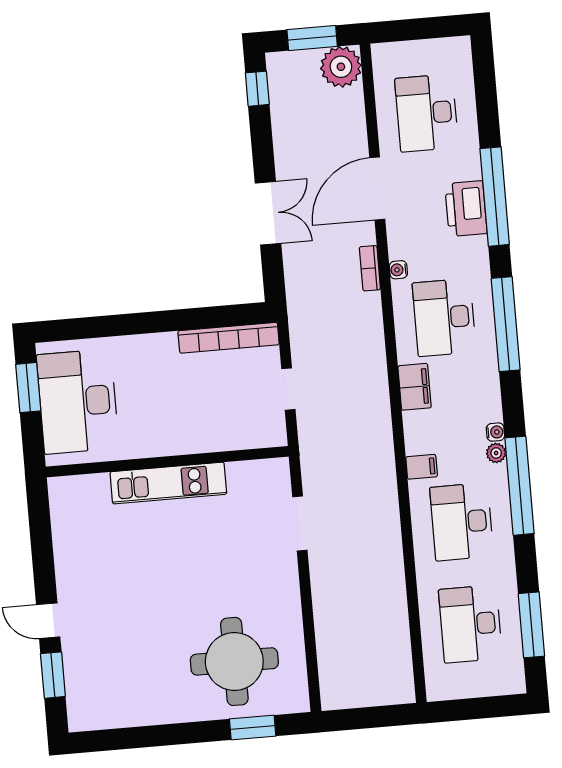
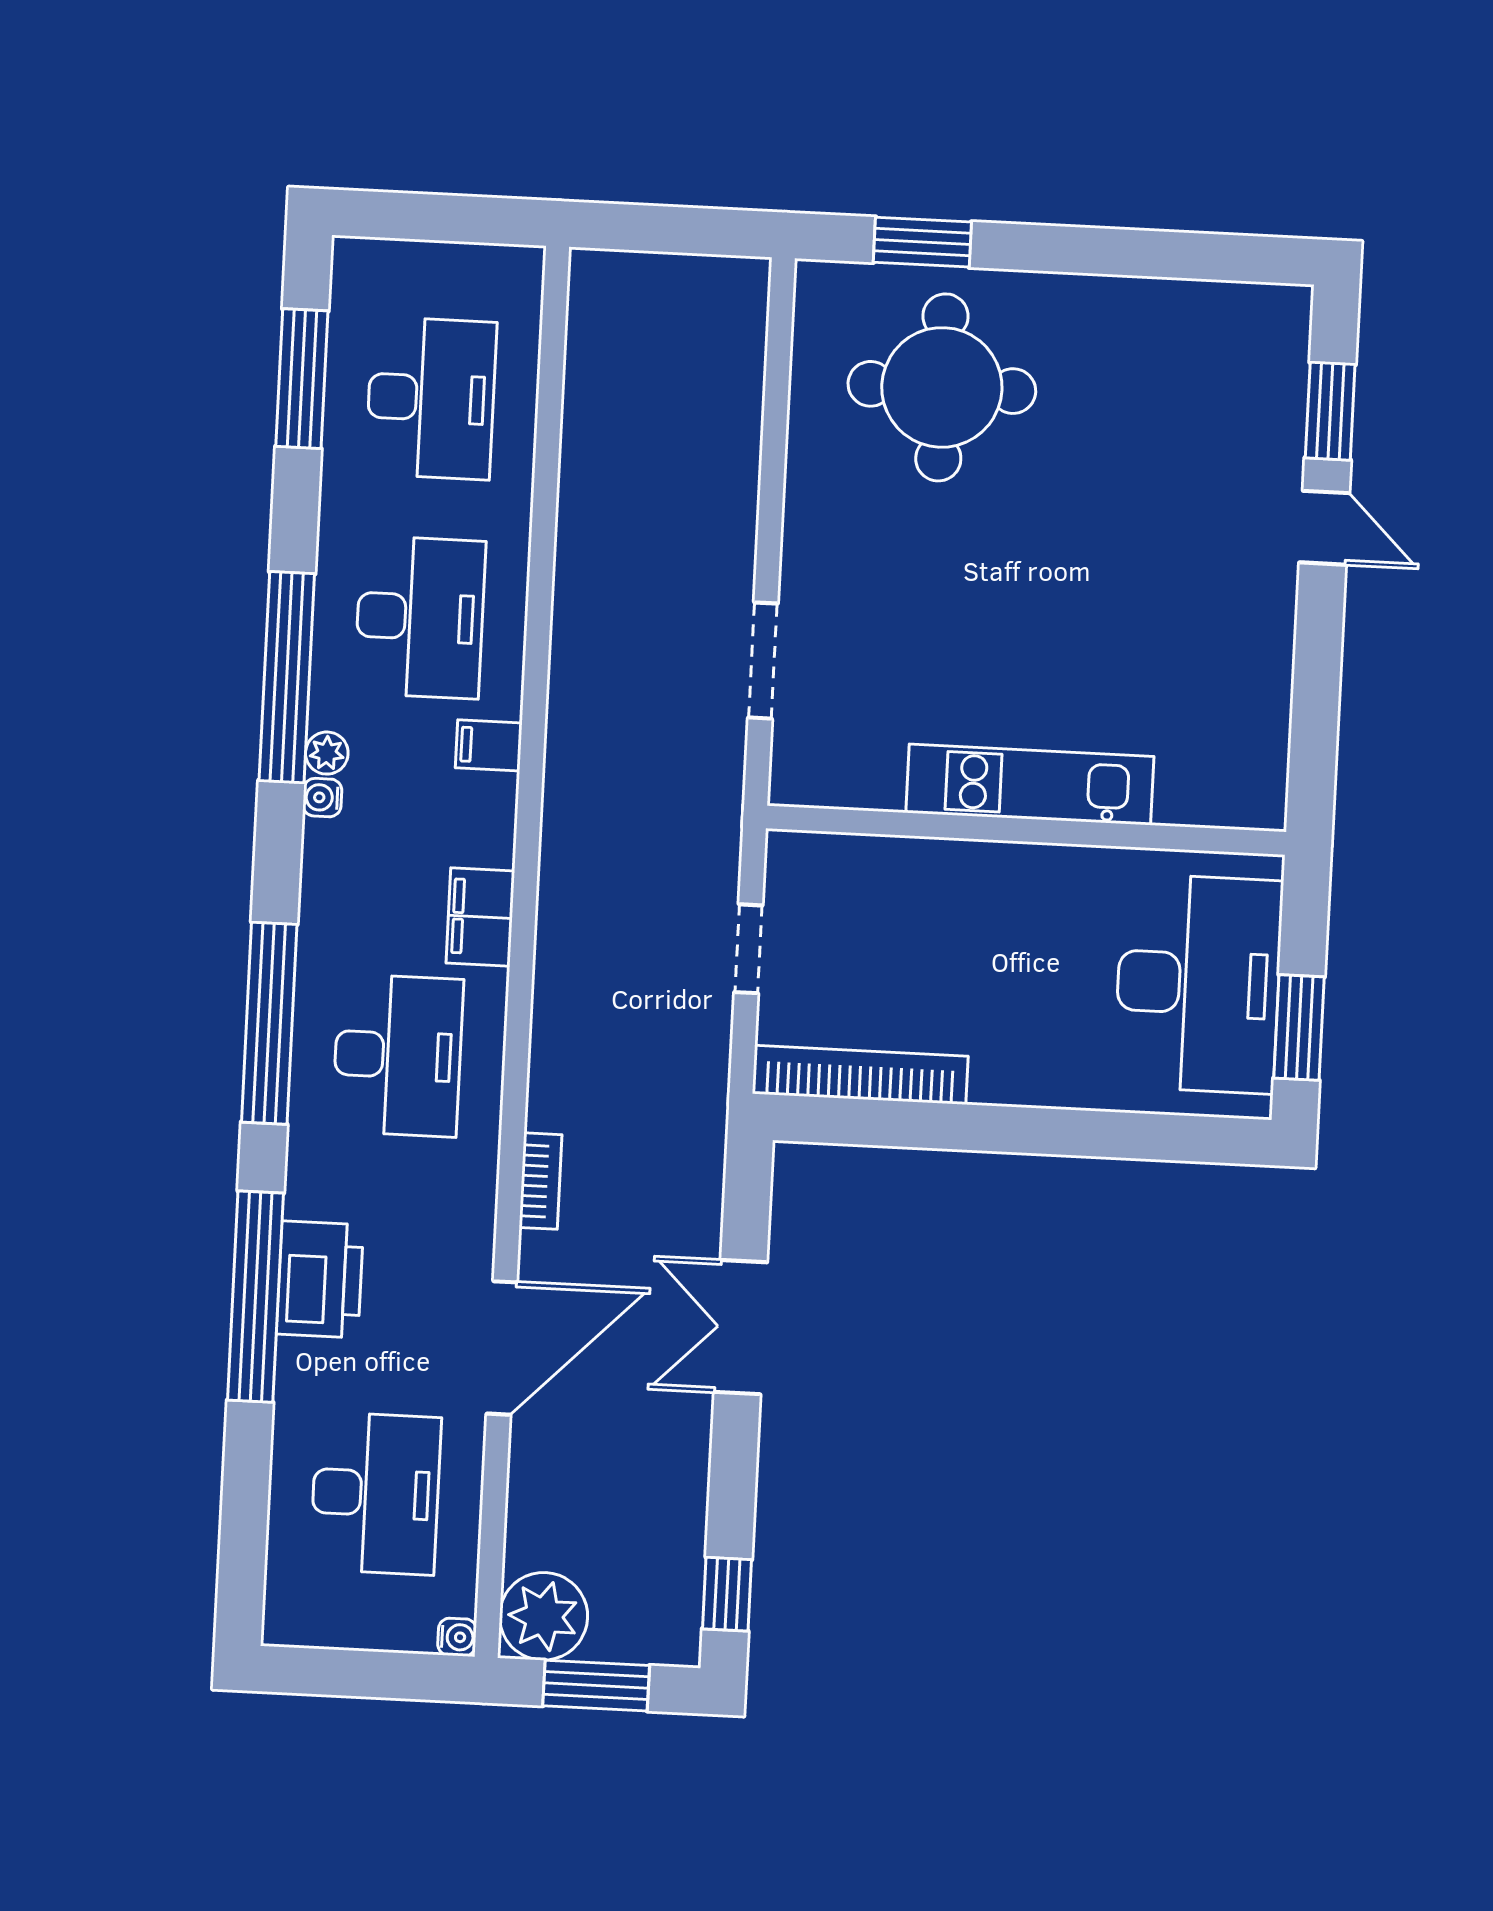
water cooler: (398, 270) -> (457, 1637), moved

